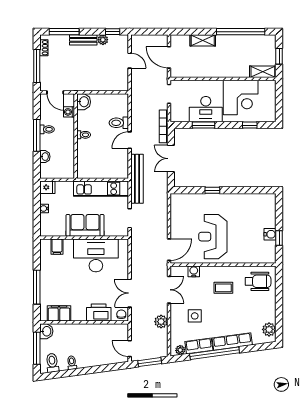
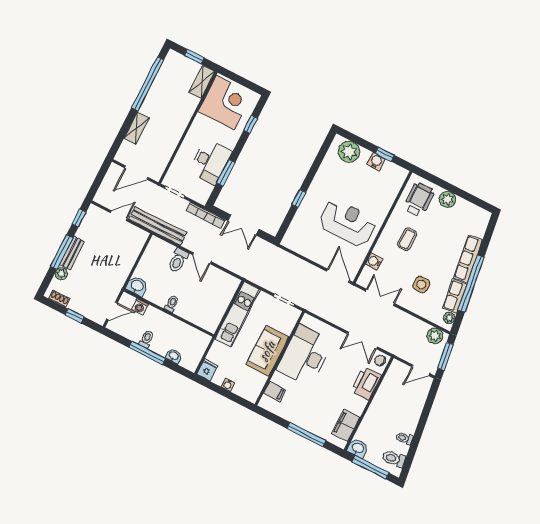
window: (64, 32) -> (62, 252), moved
plant: (103, 40) -> (61, 274), moved
window: (37, 66) -> (74, 316), width x0.46
corner desk: (241, 97) -> (225, 103), moved
bench: (137, 179) -> (158, 226), moved
plant: (267, 210) -> (349, 152), added
reception desk: (213, 237) -> (348, 223), turned 180
plant: (161, 322) -> (435, 336), moved
plant: (269, 329) -> (447, 199), moved

